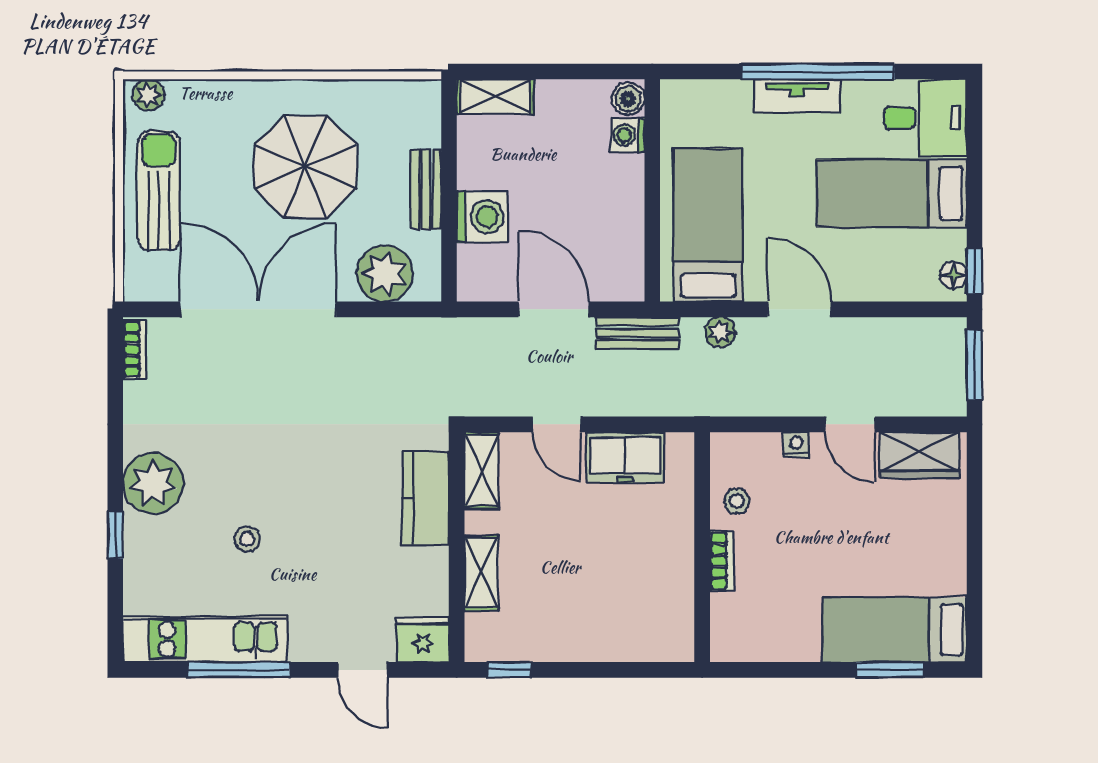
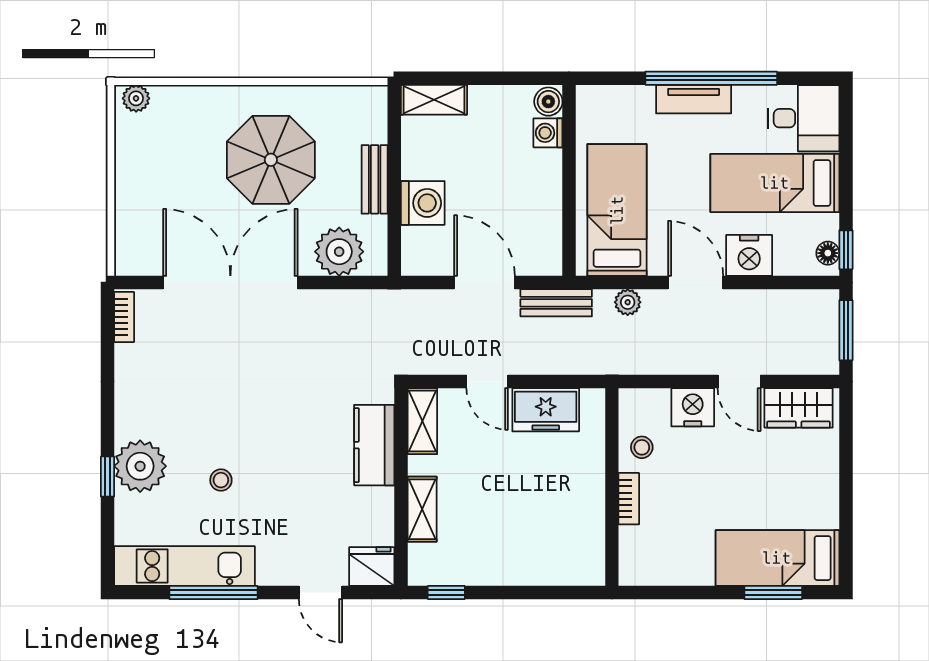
sun lounger: (159, 191) -> (145, 181), removed
nightstand: (862, 278) -> (749, 255), added
nightstand: (796, 445) -> (693, 407), width x1.89, depth x1.79
plant: (153, 483) -> (140, 466), moved

